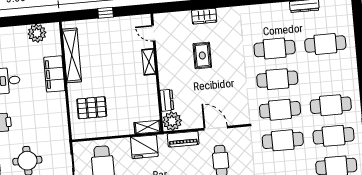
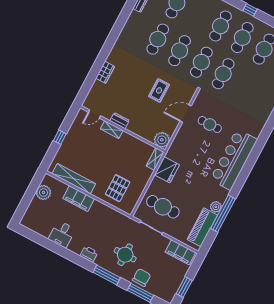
rug: (202, 55) -> (159, 90), moved, turned 90
dresser: (167, 100) -> (120, 121), moved
piano: (183, 139) -> (179, 140), removed

